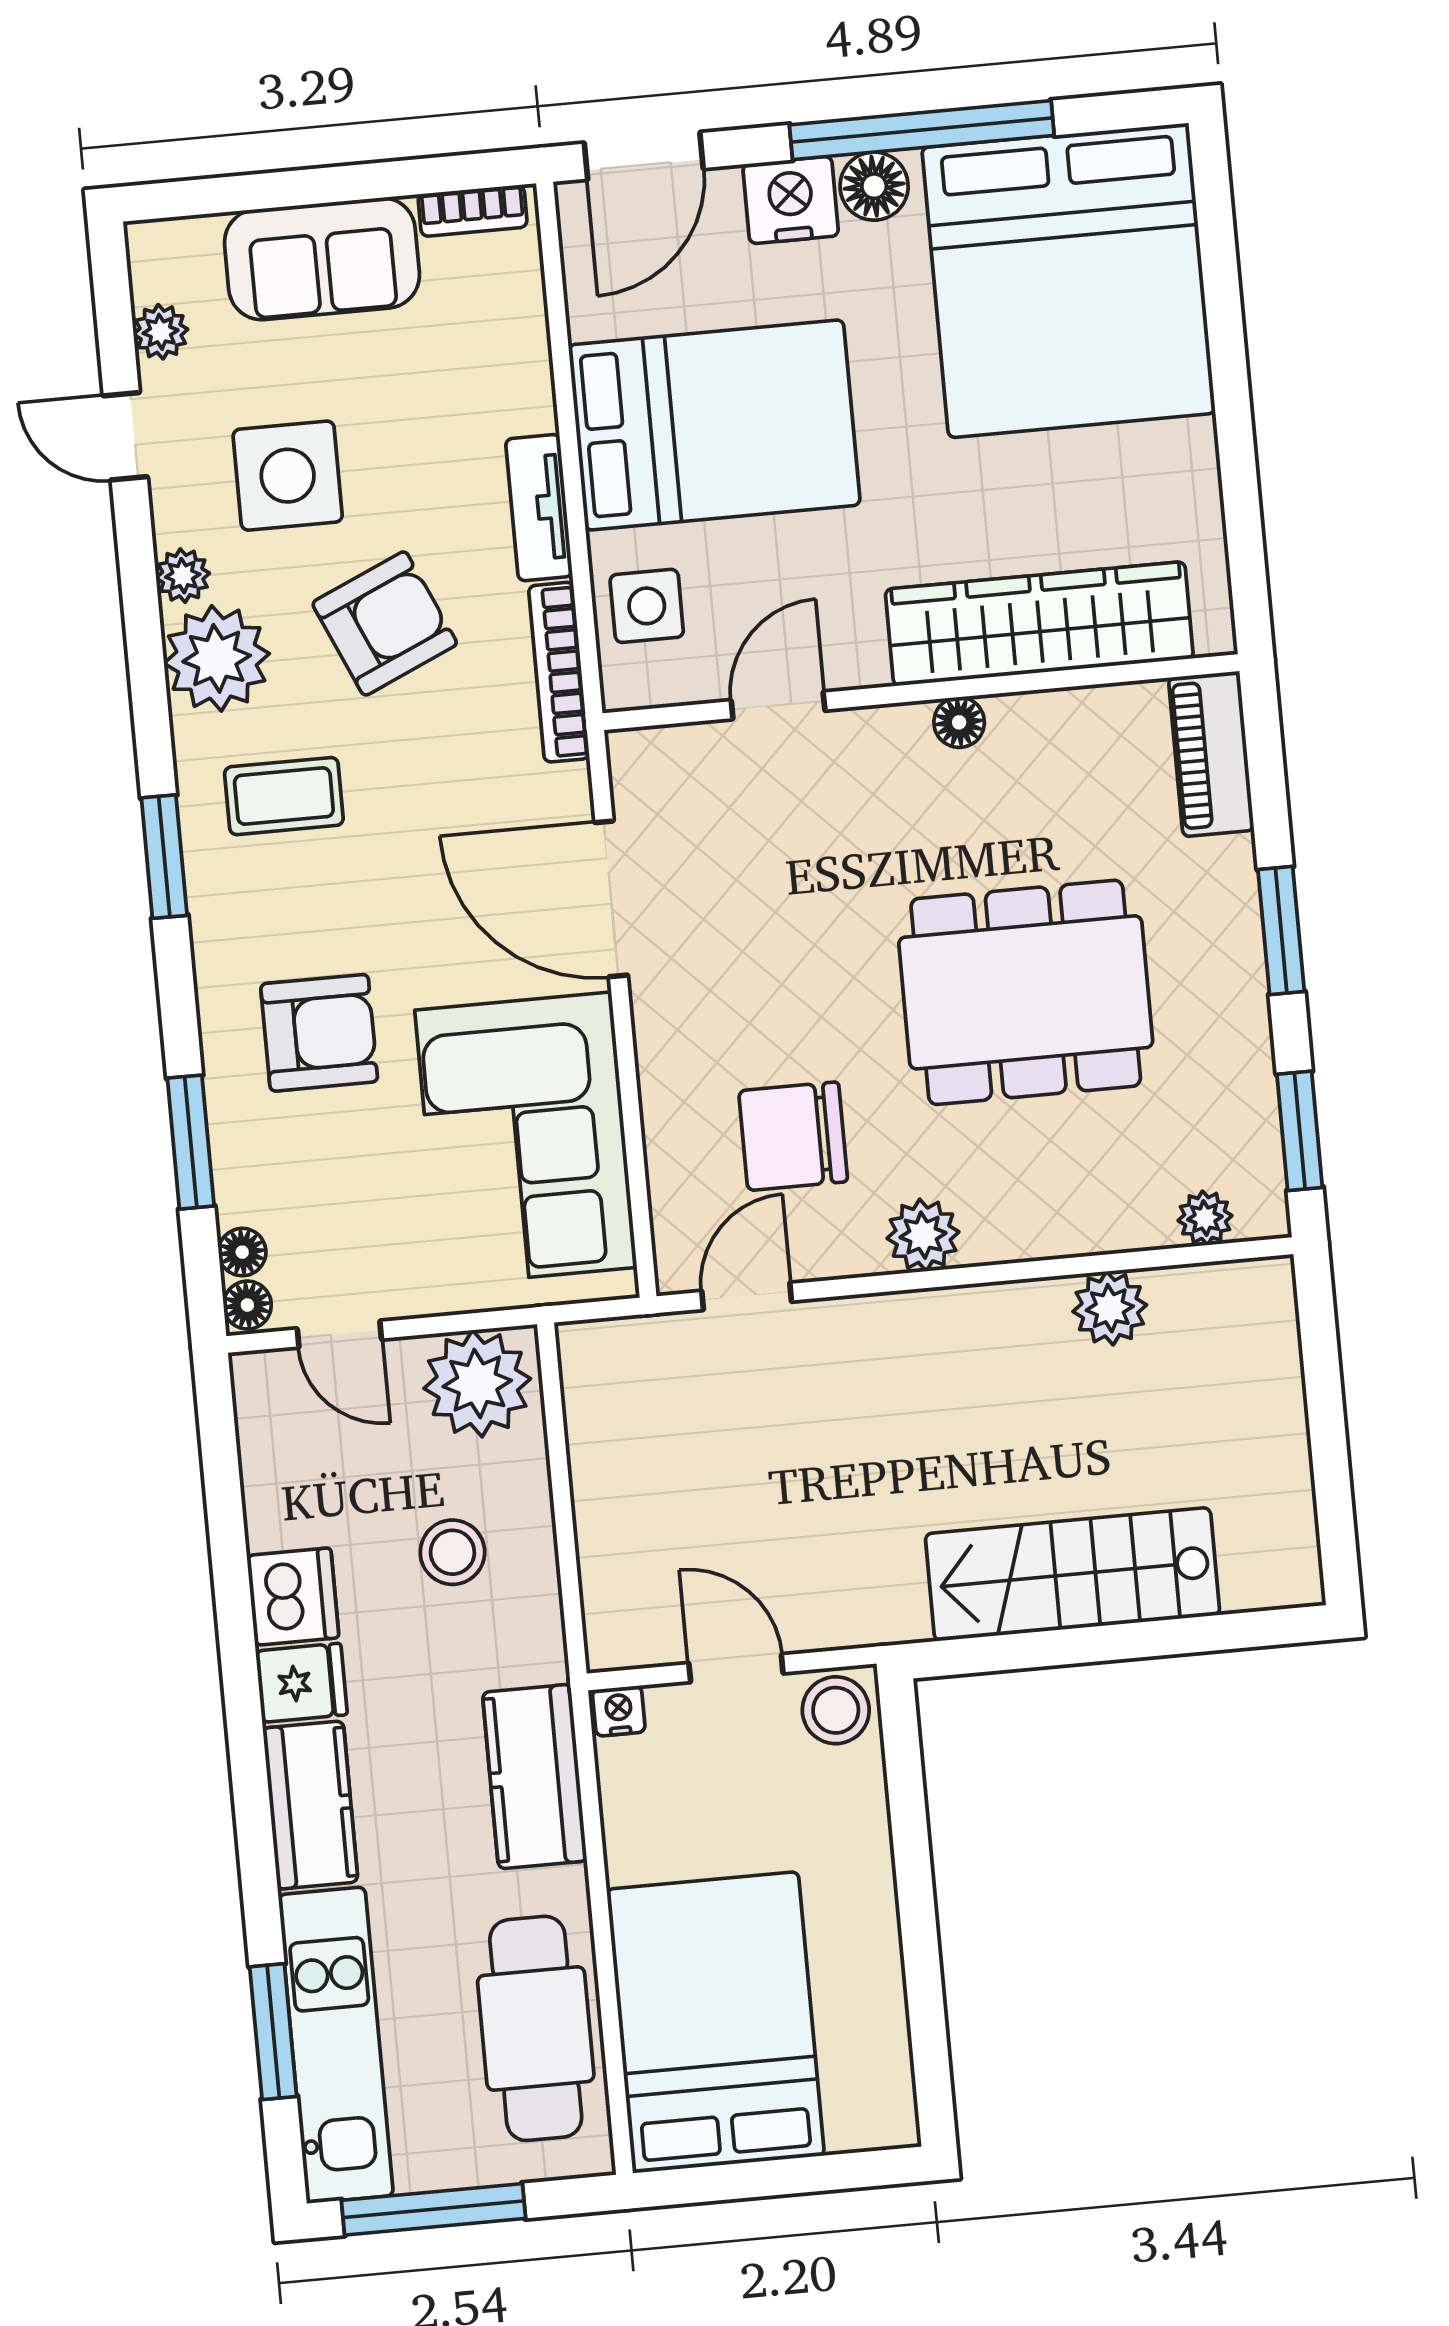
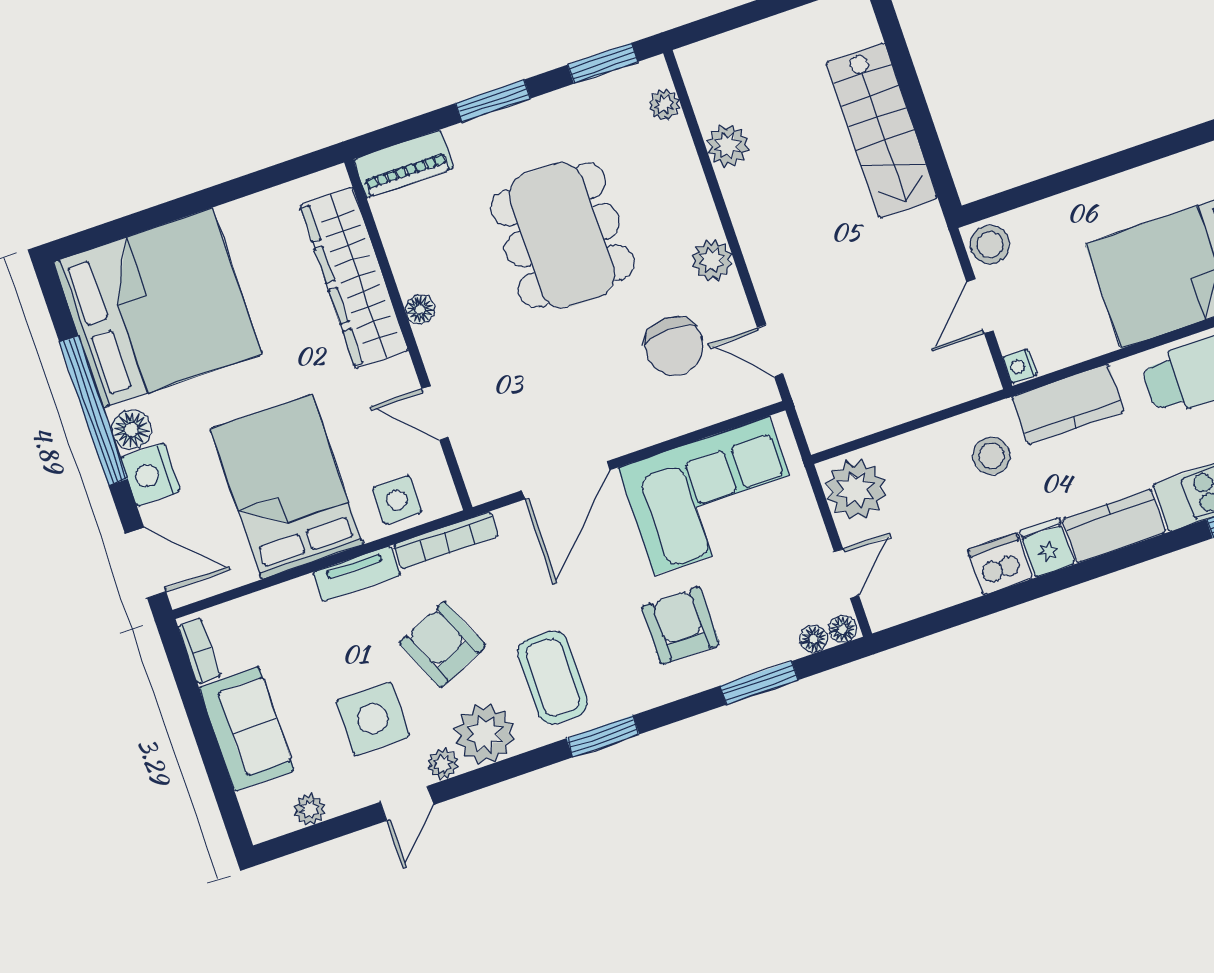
door: (125, 436) -> (407, 803), moved
coffee table: (284, 796) -> (553, 677), width x1.36, depth x1.30
stool: (452, 1552) -> (991, 456), moved

